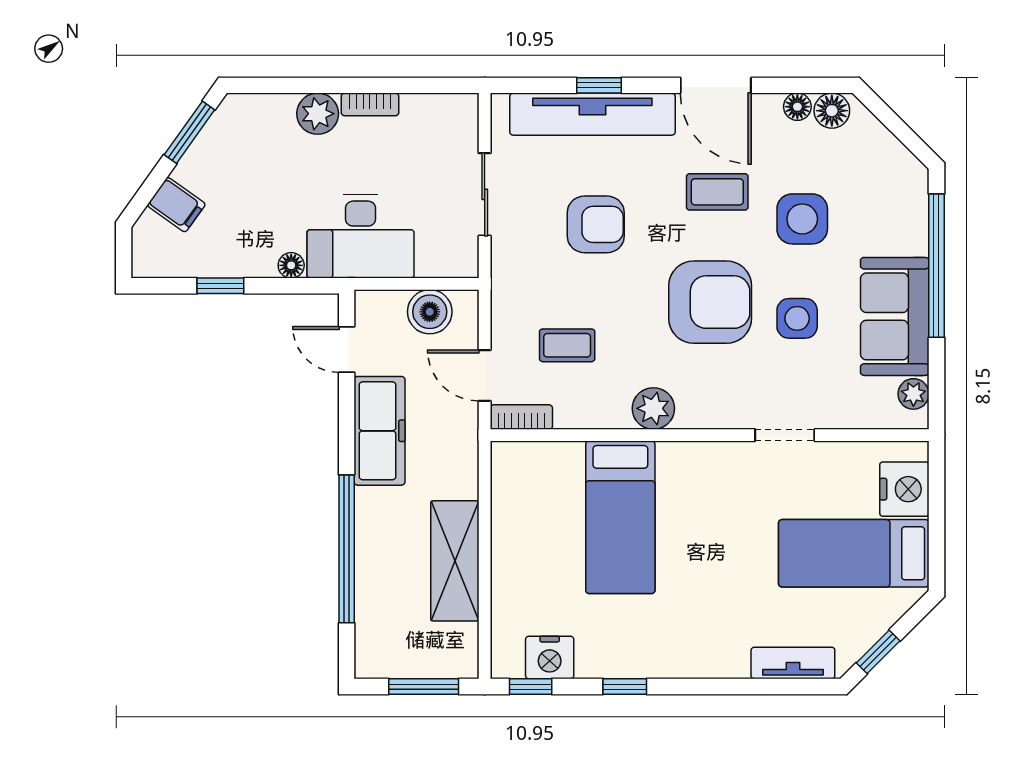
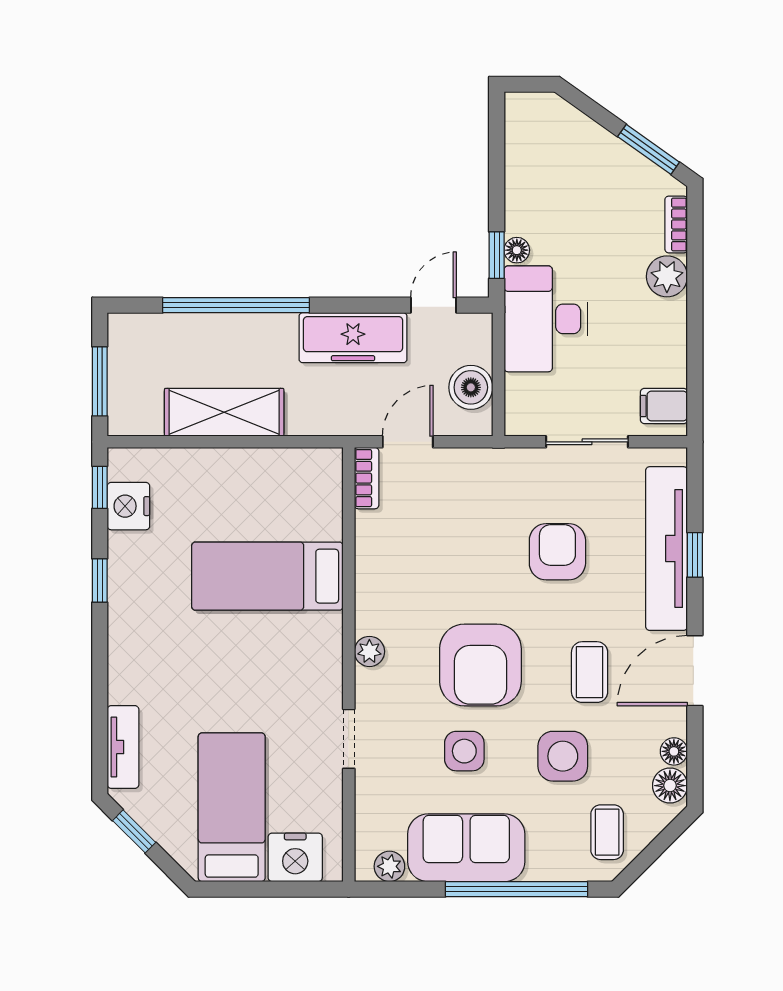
bookcase: (370, 104) -> (676, 224), moved
filing cabinet: (176, 205) -> (664, 406), moved, turned 55
armchair: (596, 224) -> (557, 552), turned 180
window: (220, 286) -> (497, 255), moved
coffee table: (567, 345) -> (607, 832), moved
plant: (653, 408) -> (369, 651), moved, width x0.73, depth x0.73

